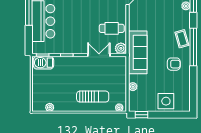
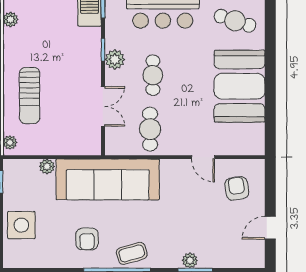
cafe table: (81, 27) -> (153, 75), added
plant: (121, 48) -> (115, 59), moved
sofa: (138, 52) -> (108, 179), width x1.36, depth x1.27

